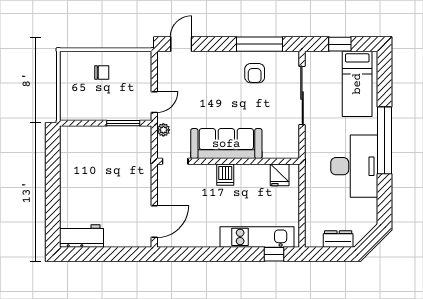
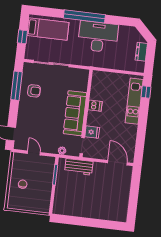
door: (154, 102) -> (34, 153), moved
dishwasher: (225, 175) -> (95, 106), moved
fridge: (280, 175) -> (92, 132), moved
workbench: (82, 236) -> (79, 167), moved, turned -90

